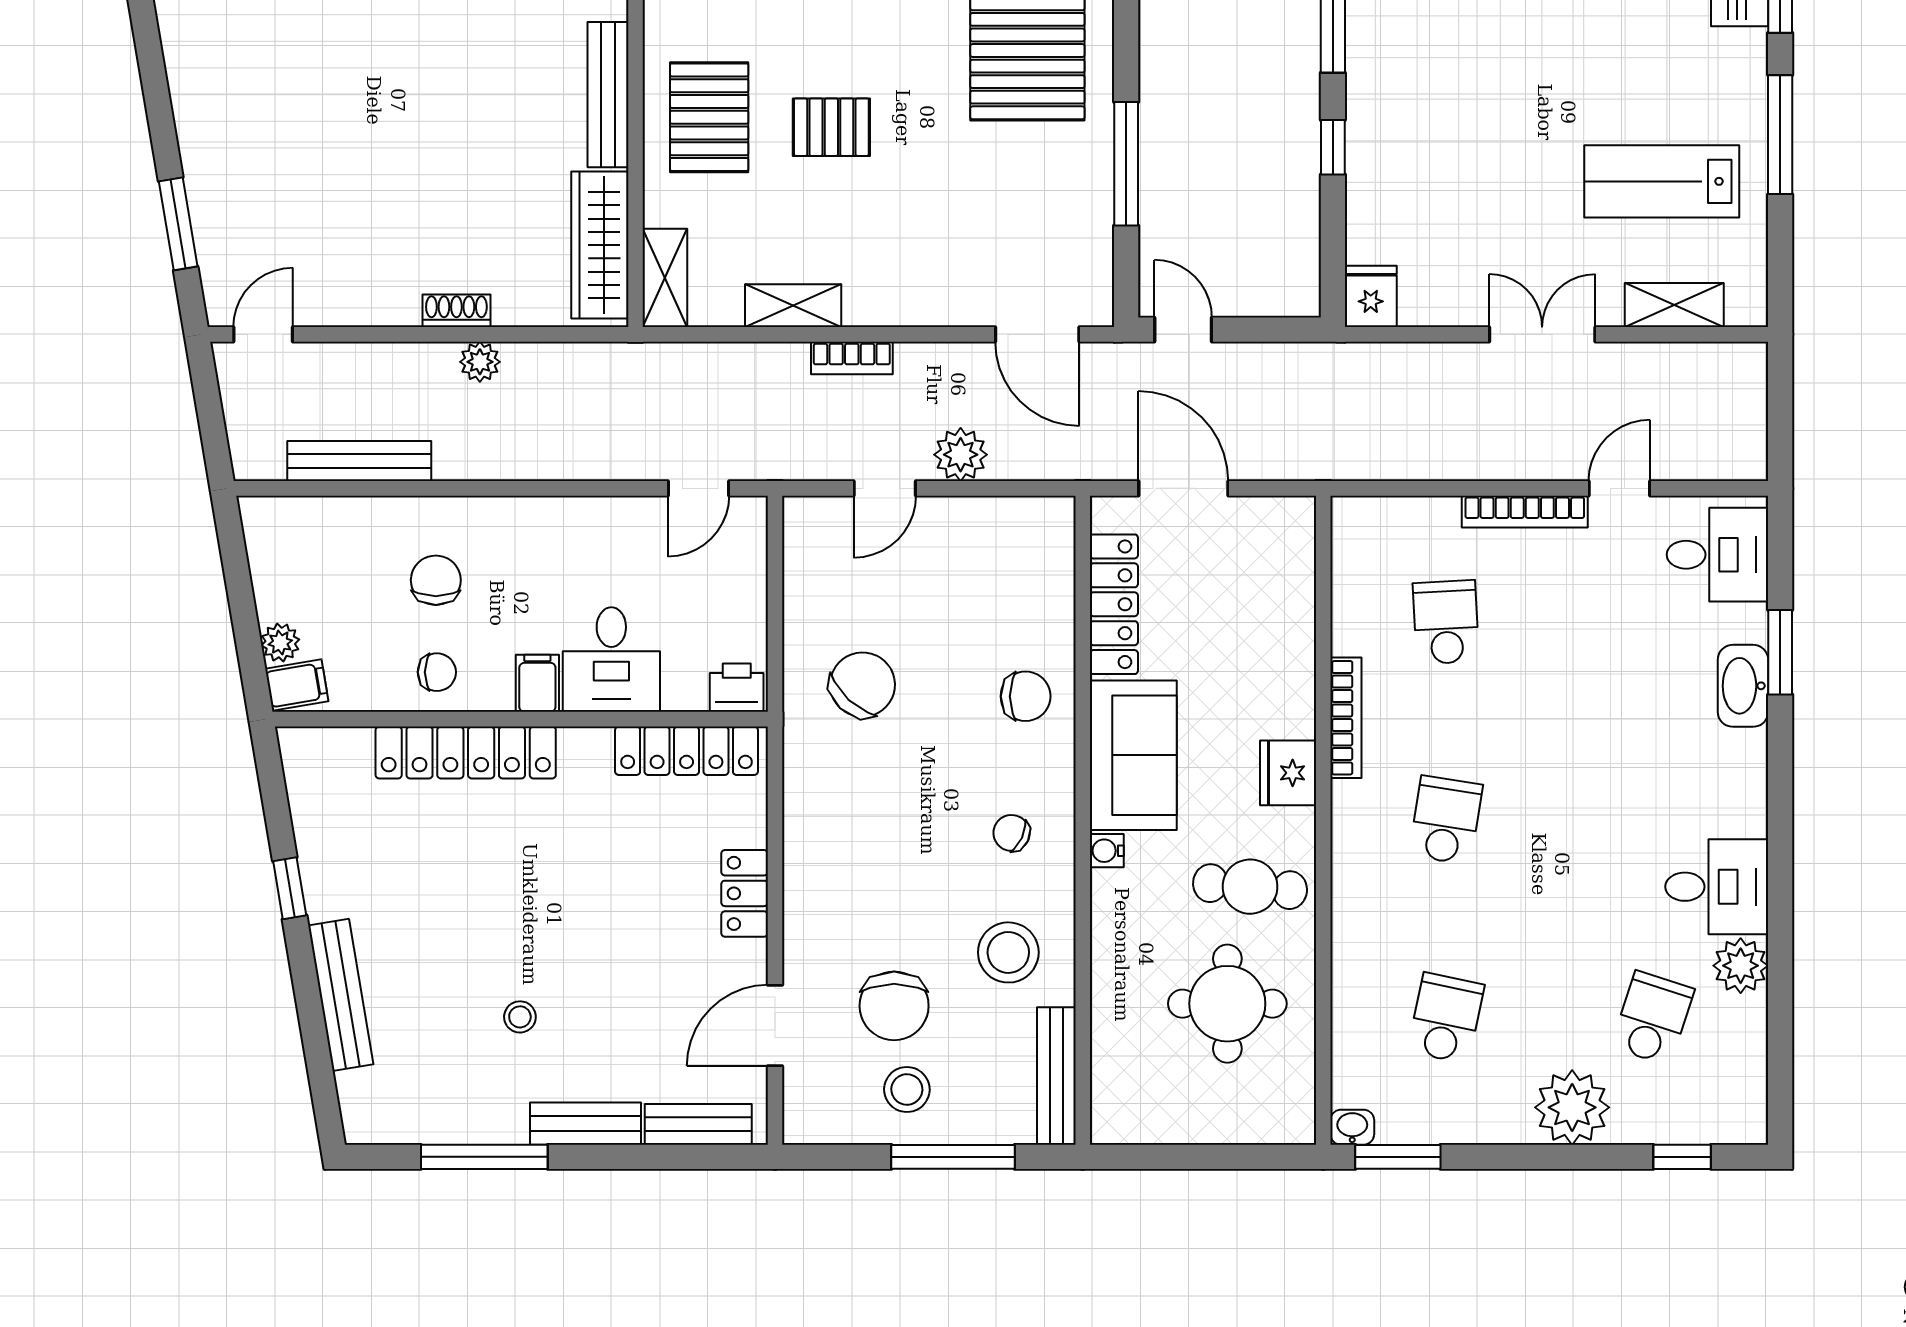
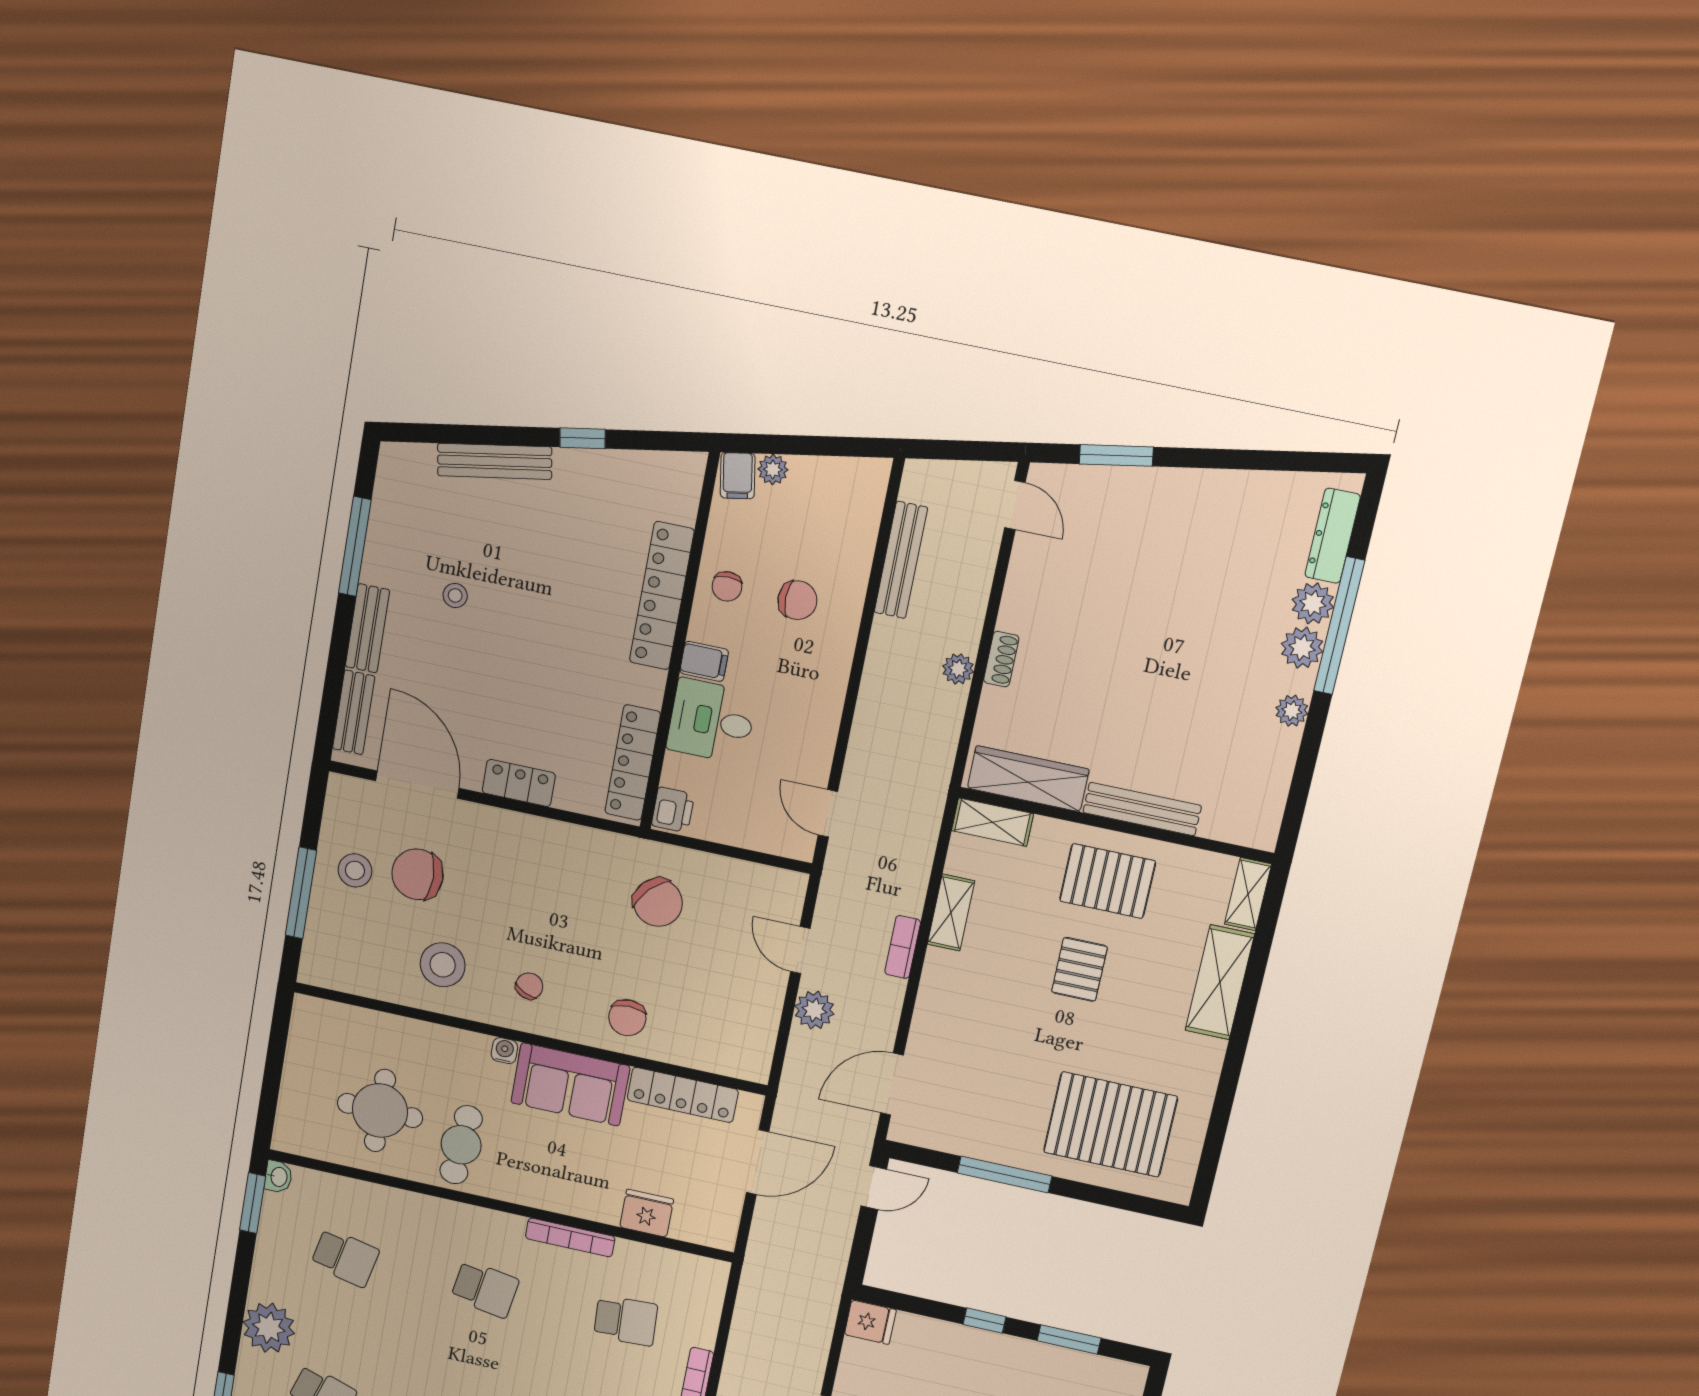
fridge: (1288, 773) -> (647, 1213), moved
door: (775, 1026) -> (417, 785), width x1.36
bench: (1056, 1076) -> (348, 979), removed

